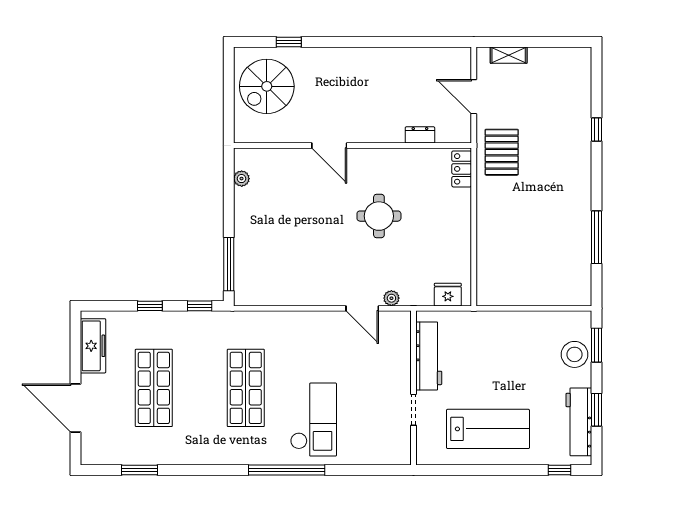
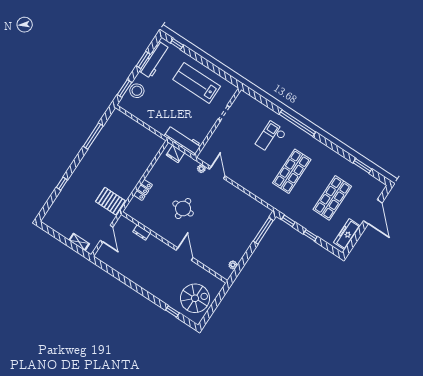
pallet: (502, 152) -> (110, 201), turned 90
locker: (462, 169) -> (143, 190), moved
workbench: (429, 356) -> (183, 140), moved, turned 90
checkout: (313, 420) -> (271, 138), width x0.73, depth x0.83

